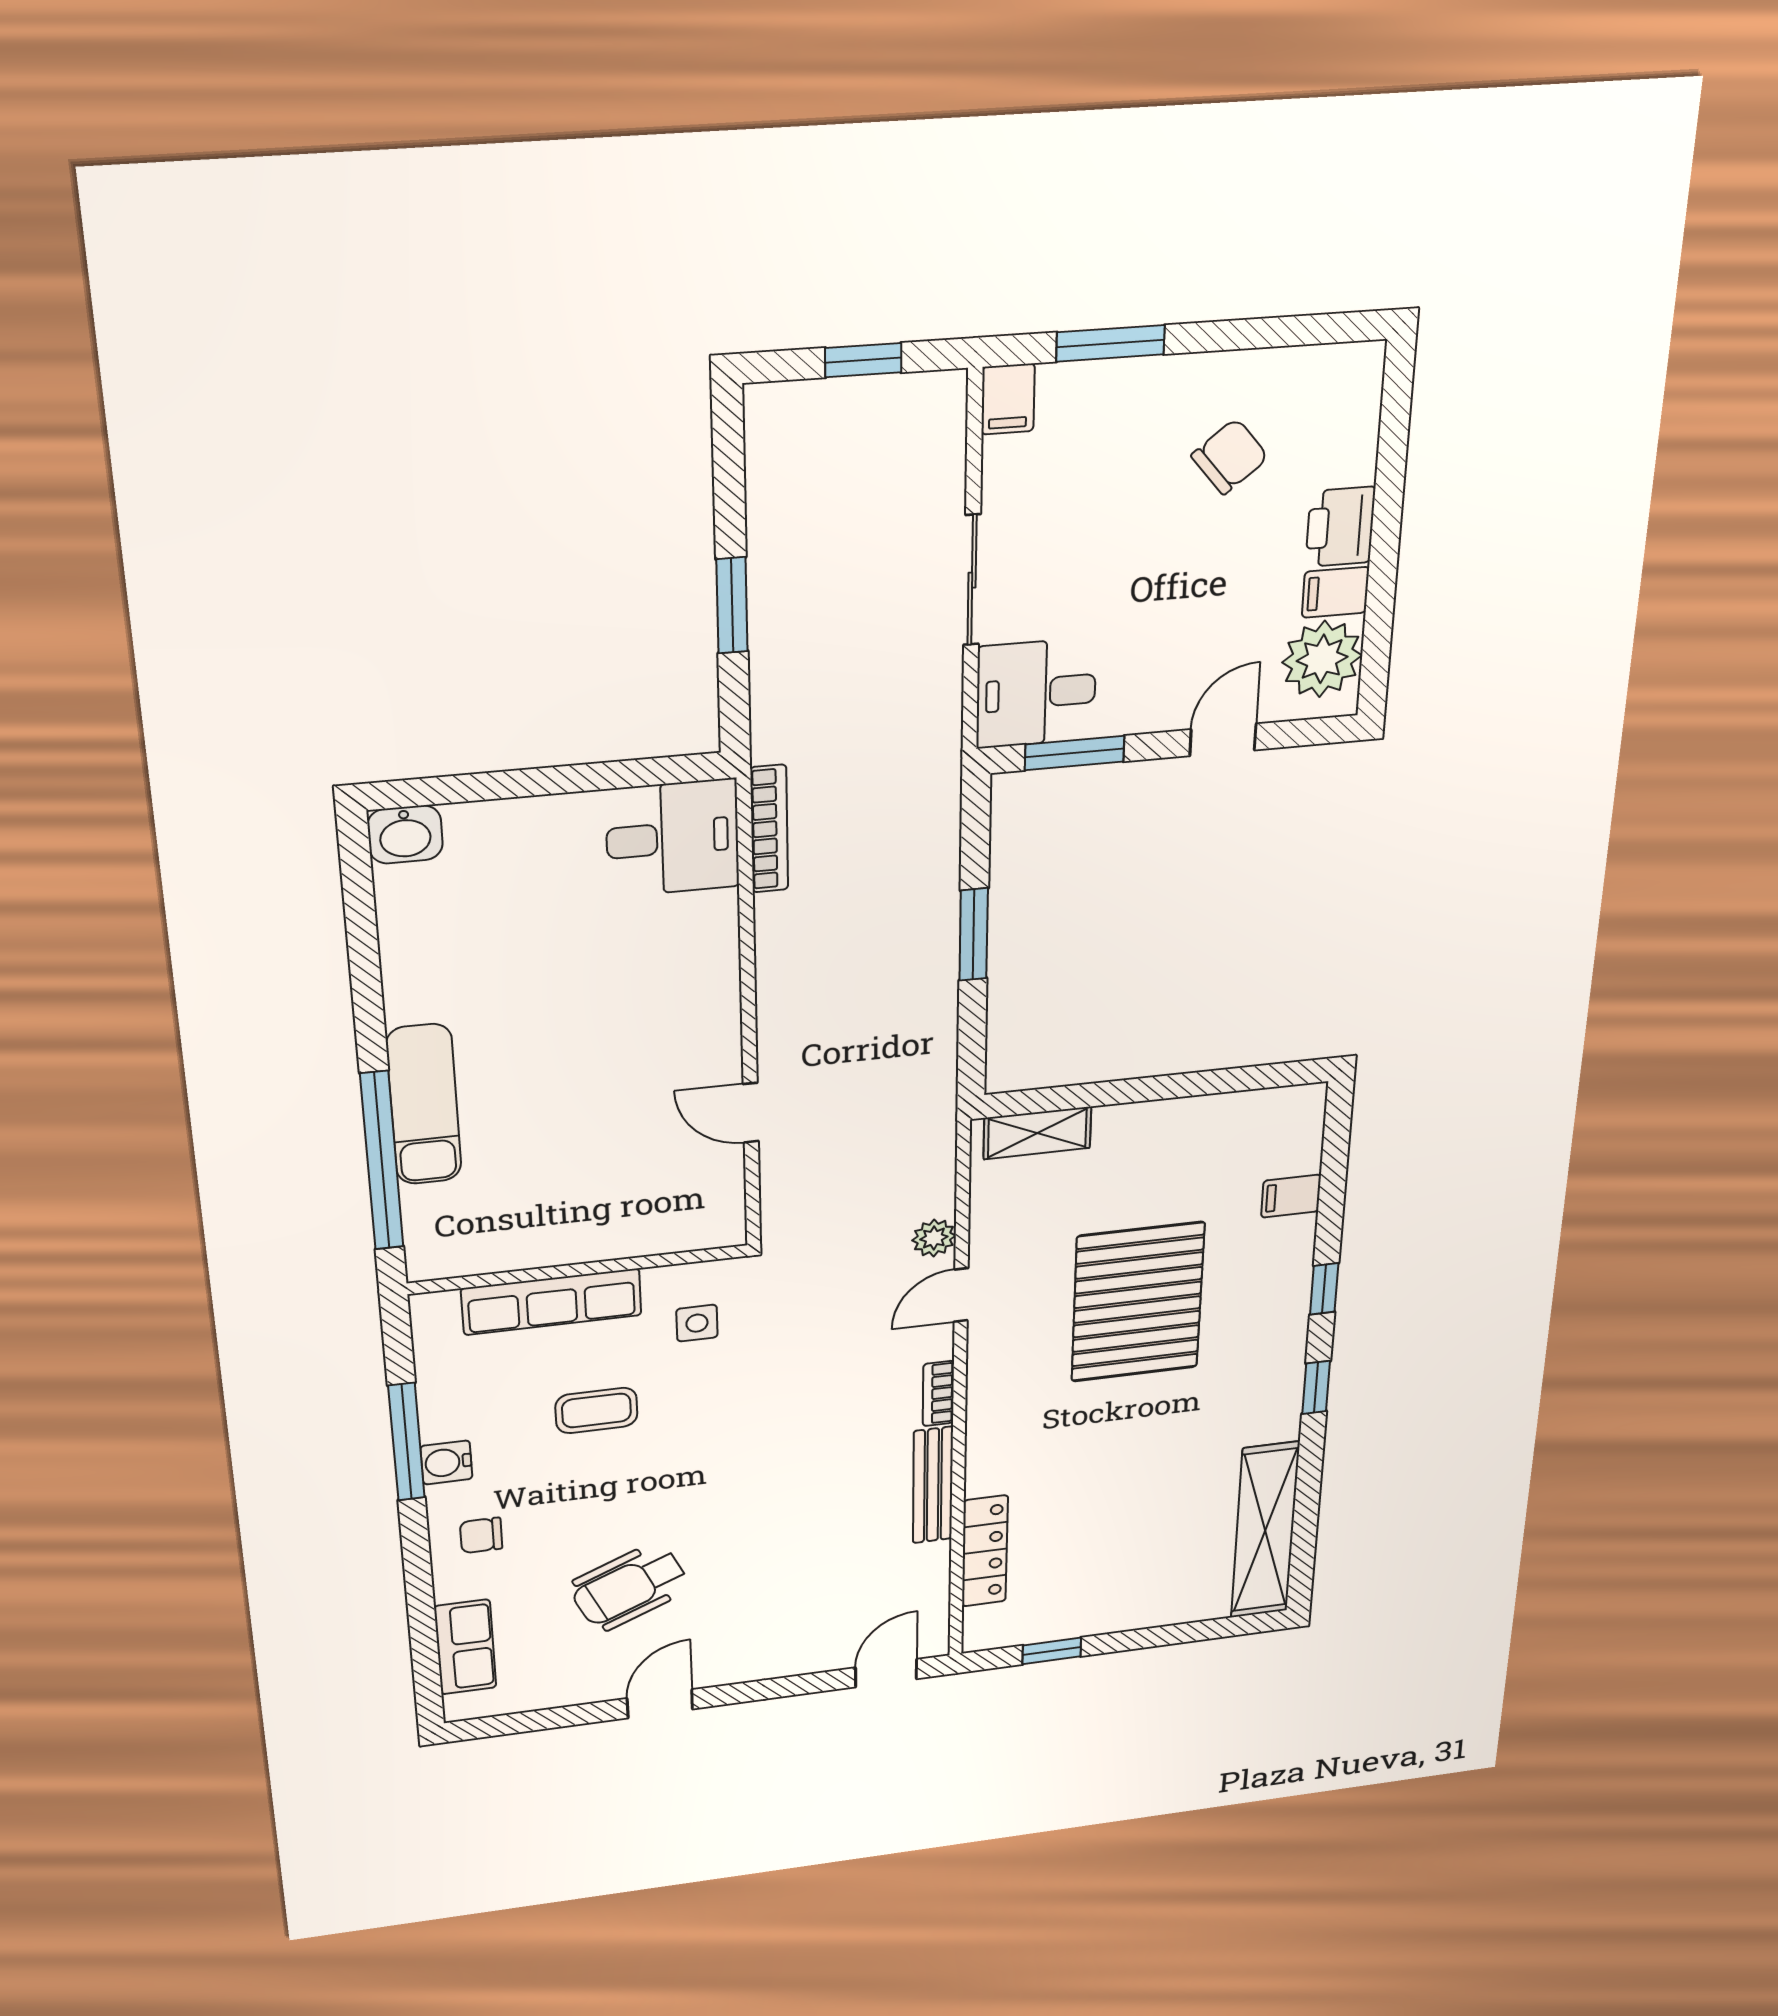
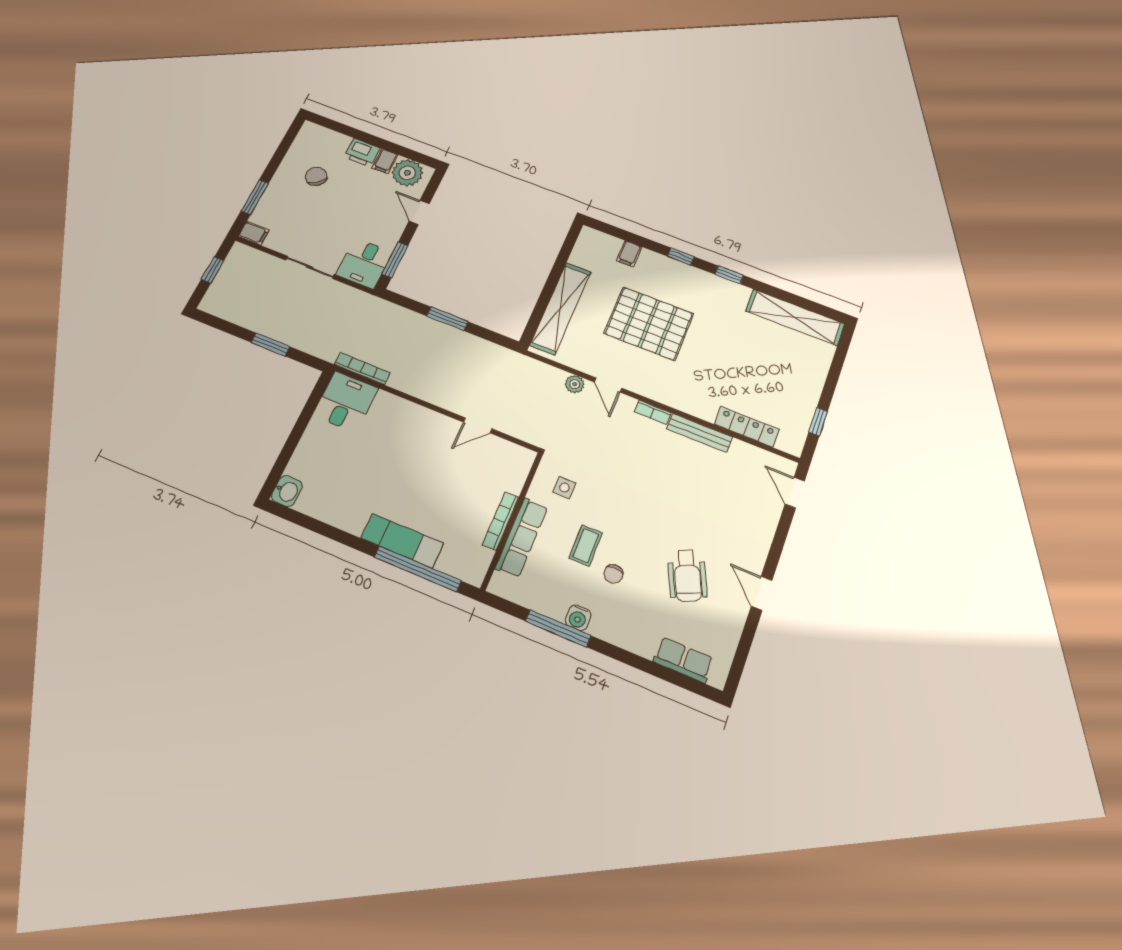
shelving: (1037, 1133) -> (561, 308), width x2.20, depth x1.33
bookcase: (566, 1251) -> (501, 521), added
chair: (481, 1535) -> (613, 574), moved

